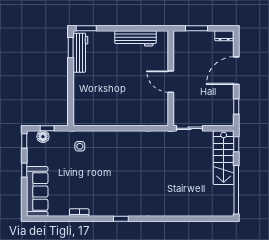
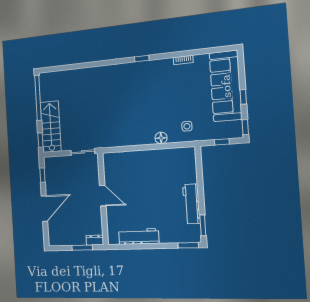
dresser: (224, 36) -> (95, 240), moved
workbench: (80, 53) -> (191, 204), moved
floor lamp: (43, 137) -> (161, 138), moved
sofa: (37, 191) -> (226, 86), width x1.36, depth x1.27

